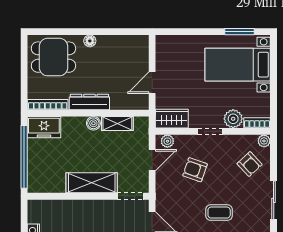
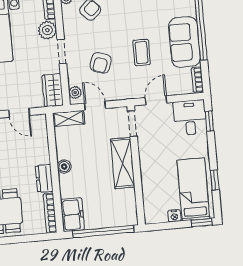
dresser: (89, 102) -> (44, 178), width x0.70
shelving: (117, 124) -> (69, 118), moved, turned 90
coffee table: (219, 213) -> (142, 52), moved

